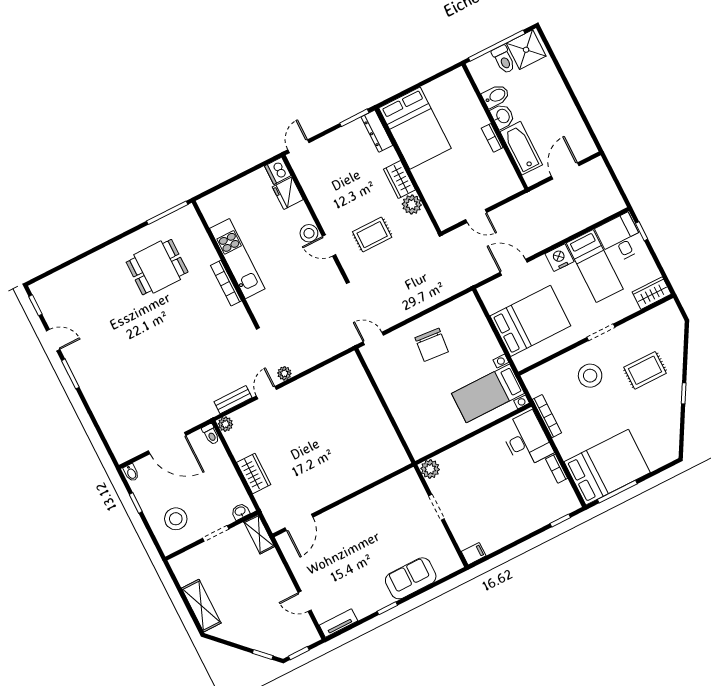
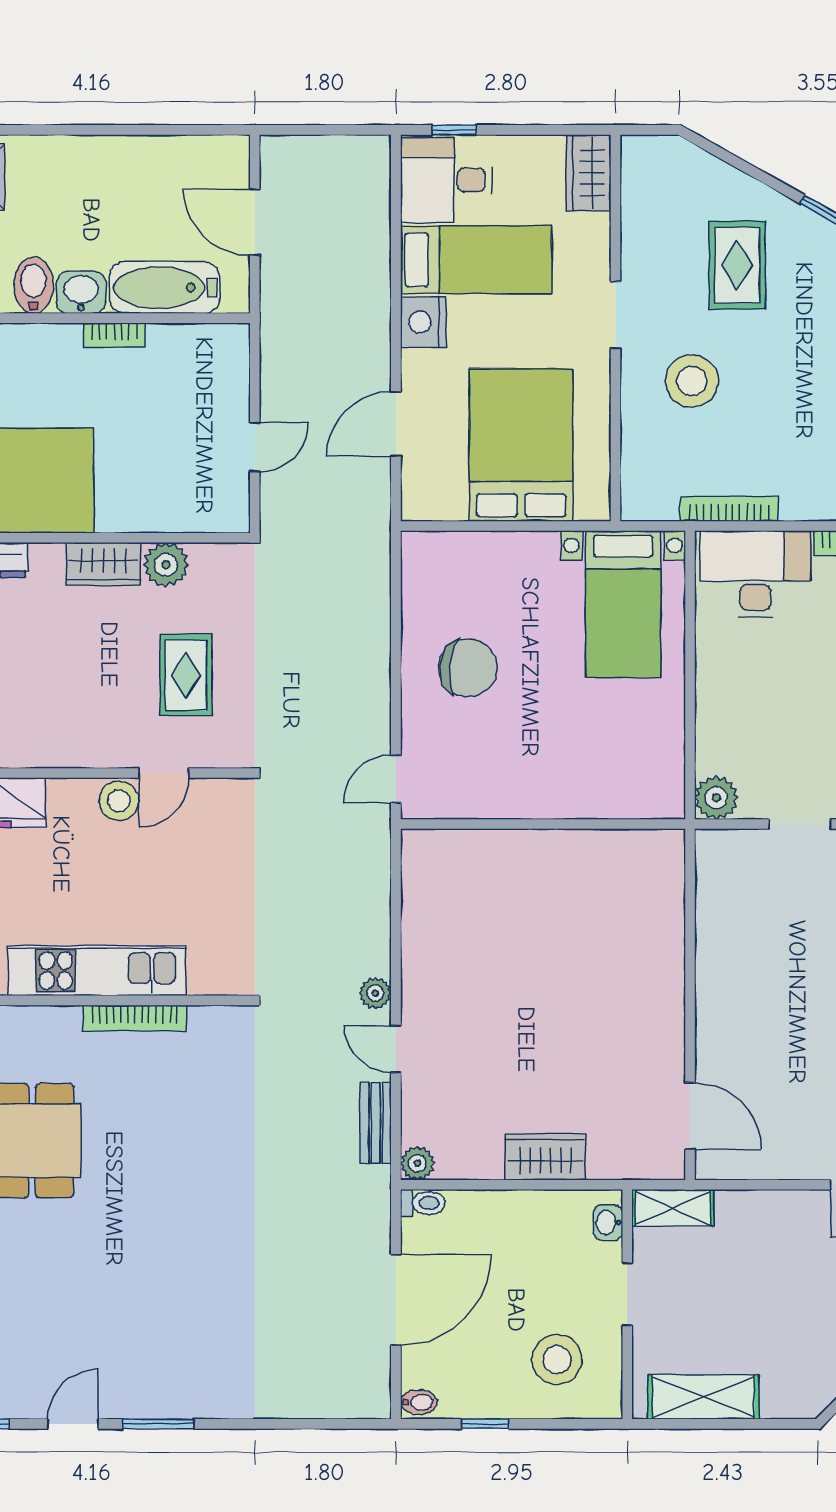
shelving: (201, 606) -> (703, 1397), moved

